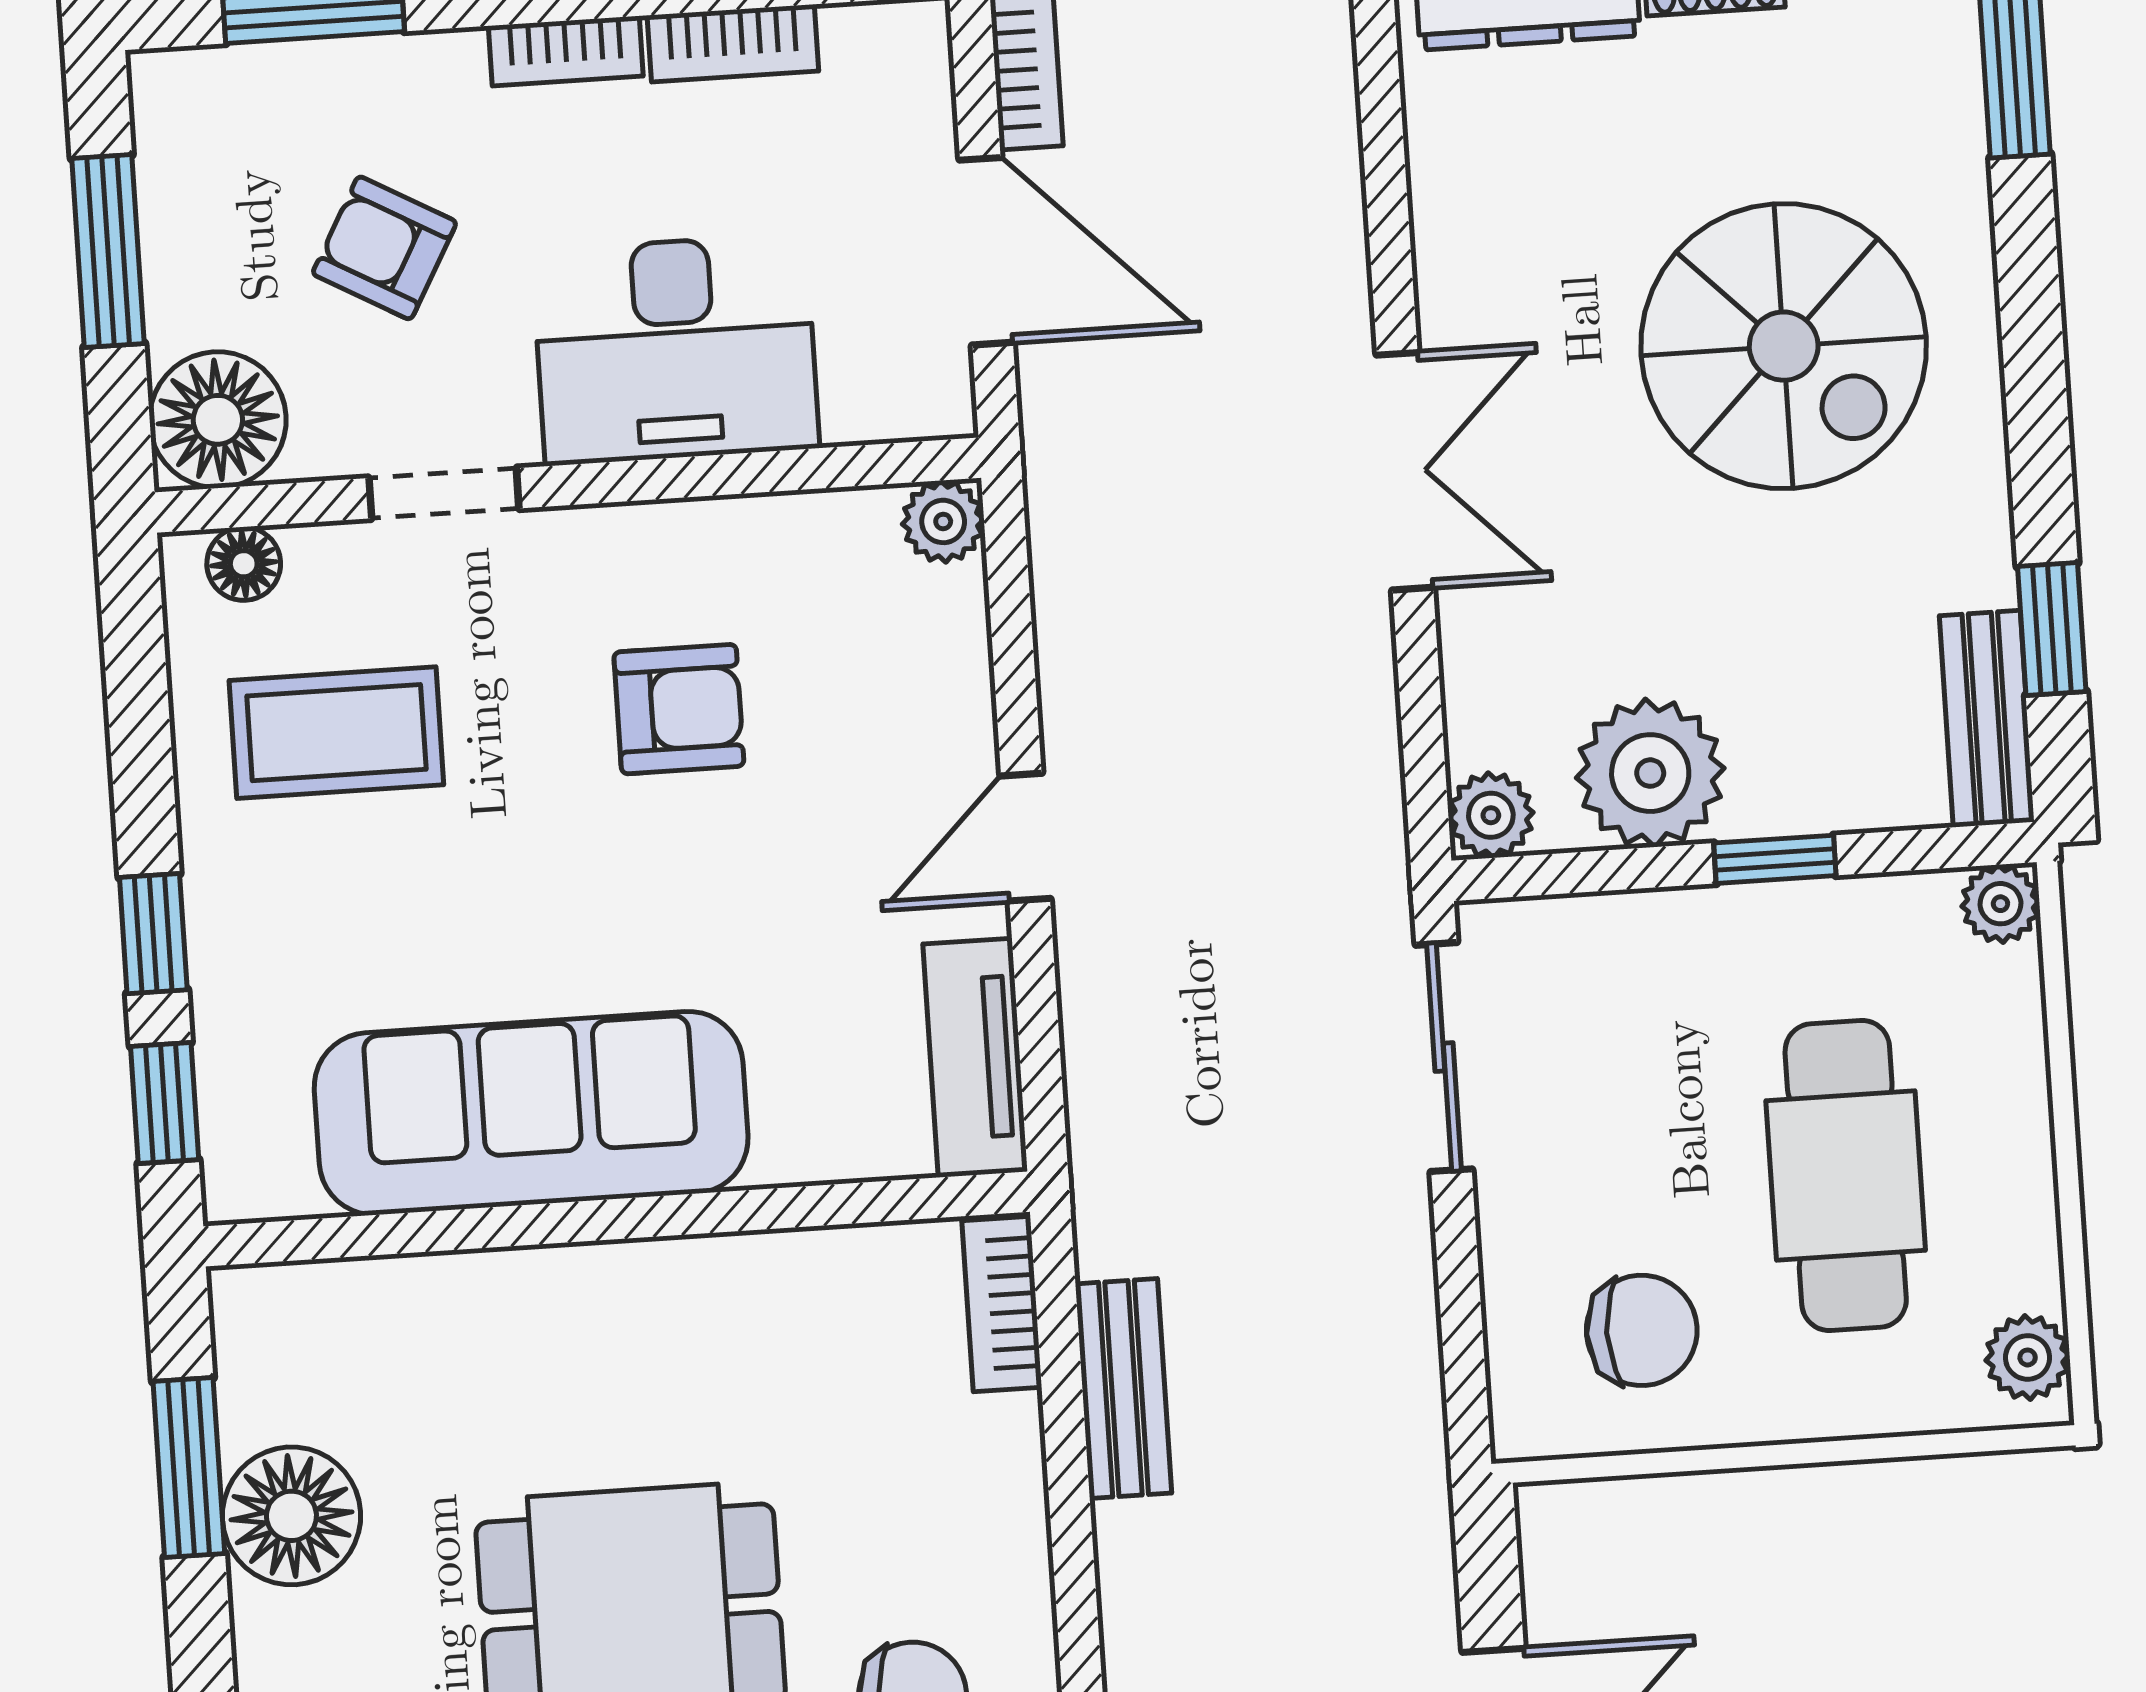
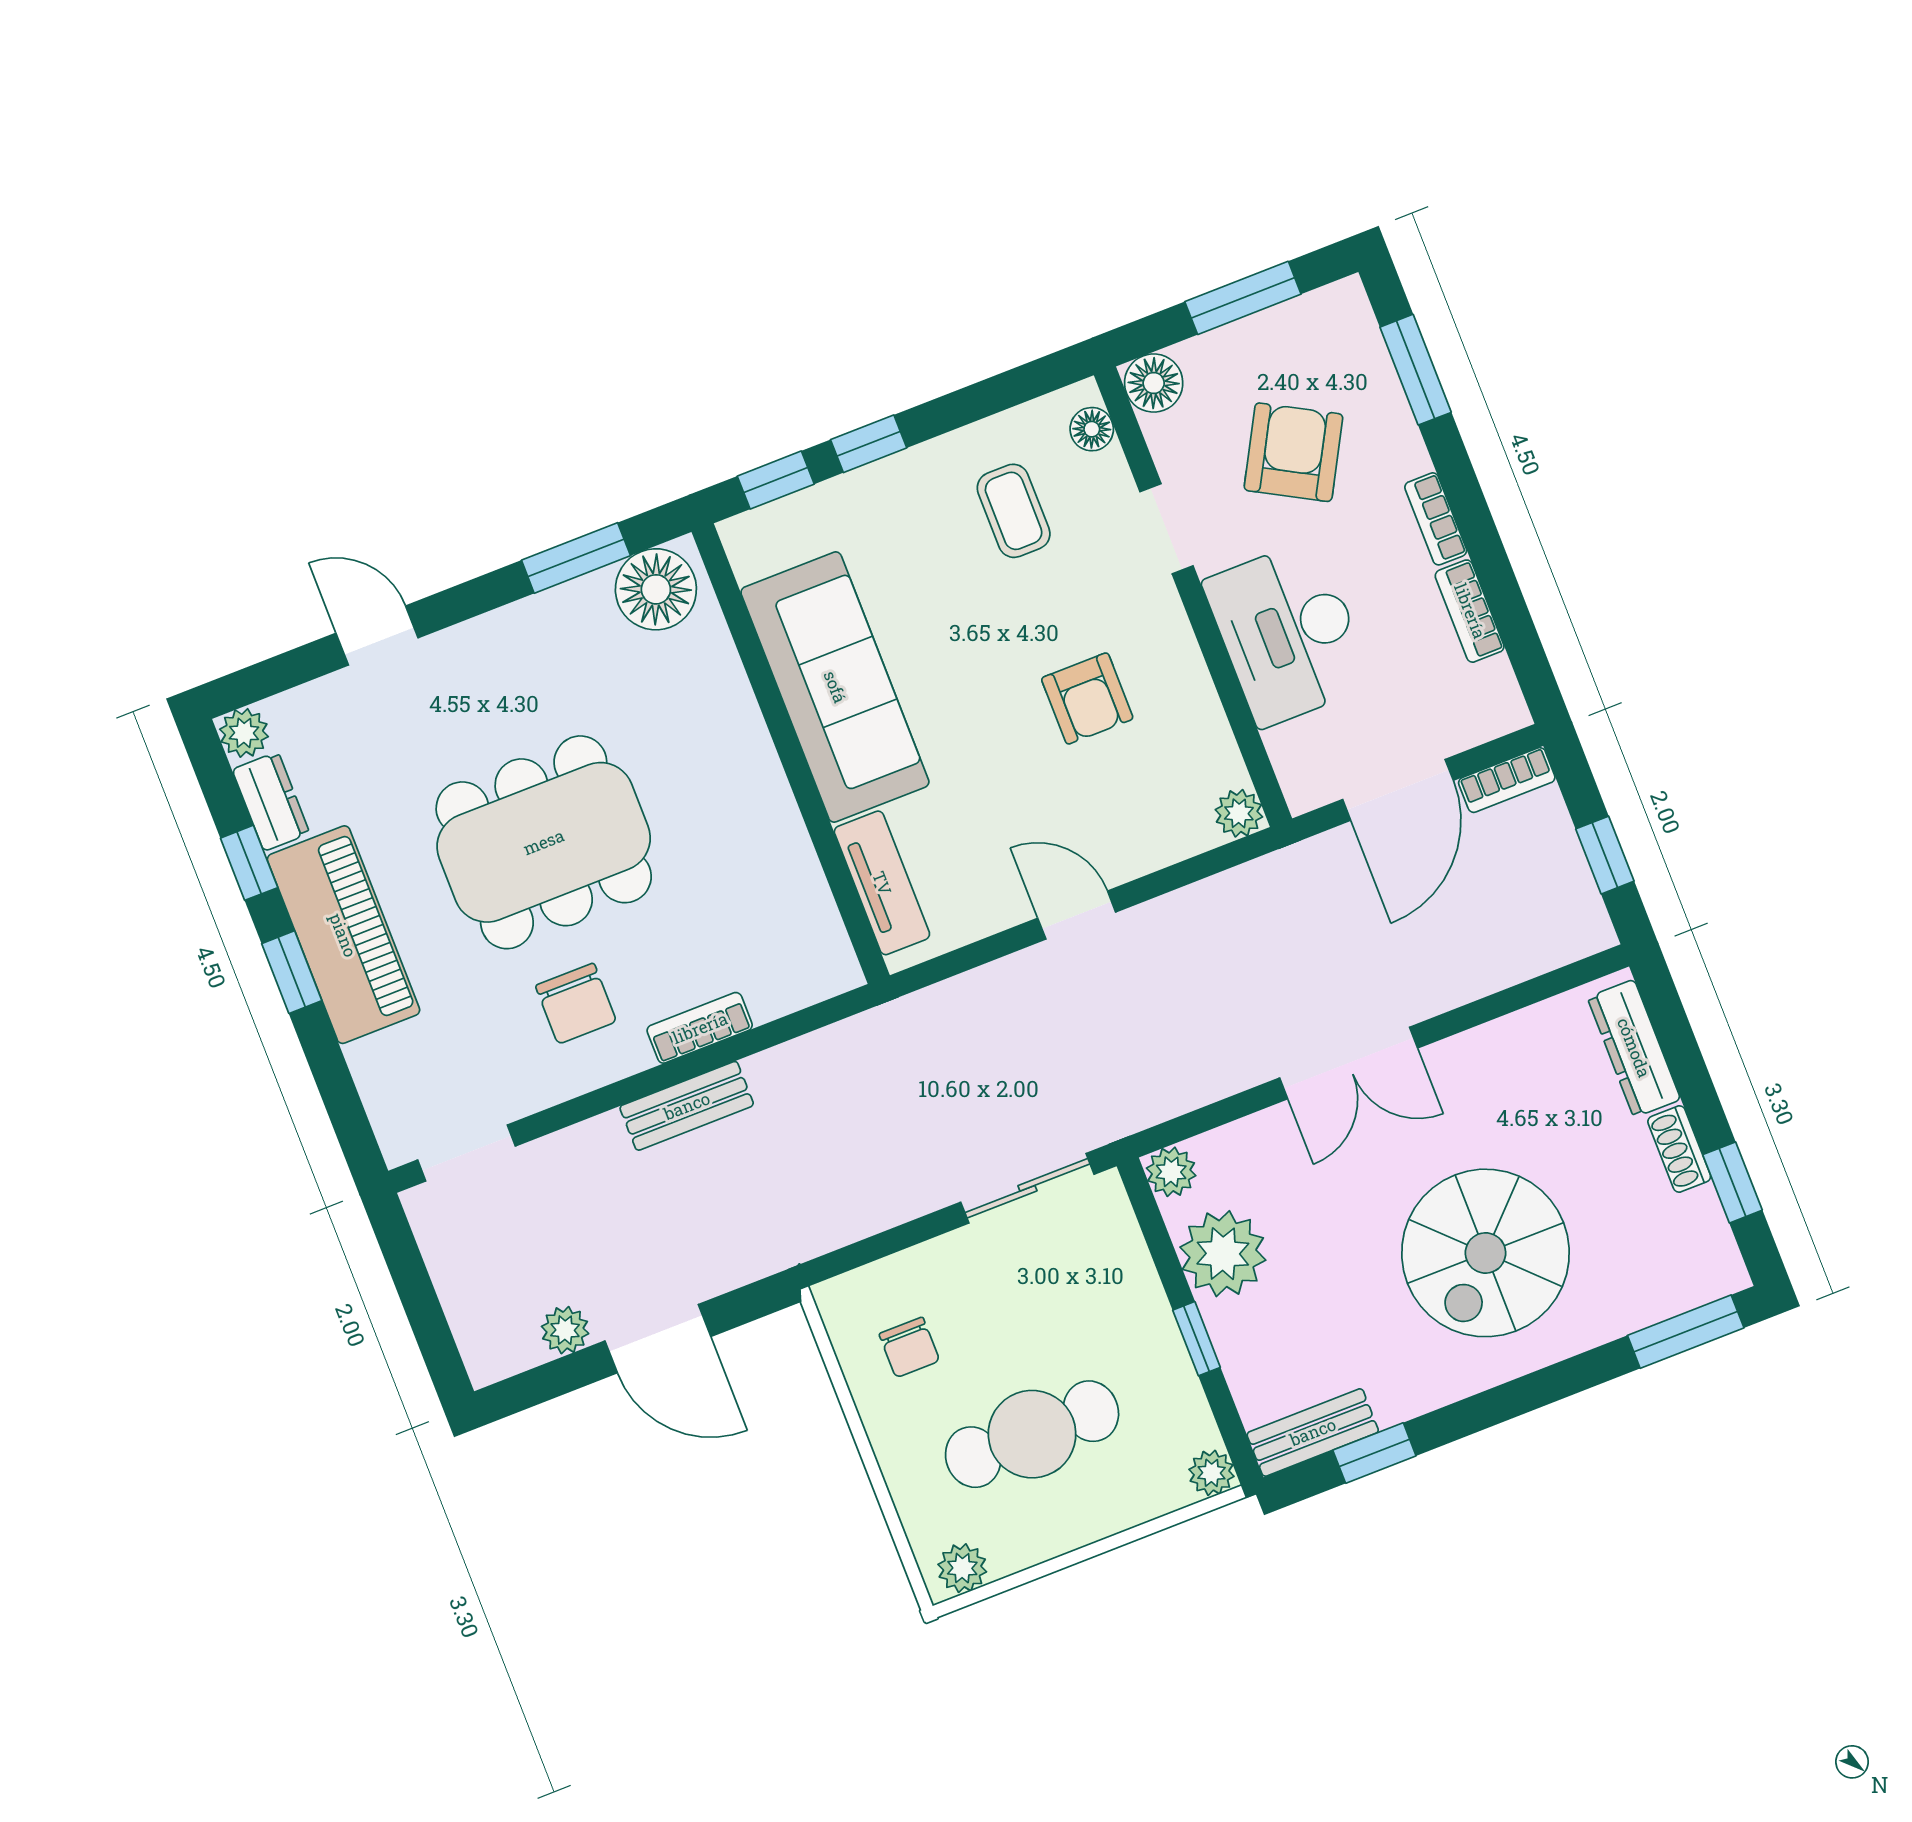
armchair: (384, 248) -> (1293, 452), width x1.38, depth x1.38
floor lamp: (218, 420) -> (1154, 383), width x0.73, depth x0.73
coffee table: (336, 733) -> (1014, 511), width x0.73, depth x0.77
tv unit: (975, 1058) -> (882, 883), moved, turned 90
bookcase: (1002, 1304) -> (700, 1028), moved
chair: (1642, 1330) -> (909, 1347), width x0.73, depth x0.73
bench: (1123, 1388) -> (687, 1106), moved
floor lamp: (291, 1516) -> (656, 589), moved

